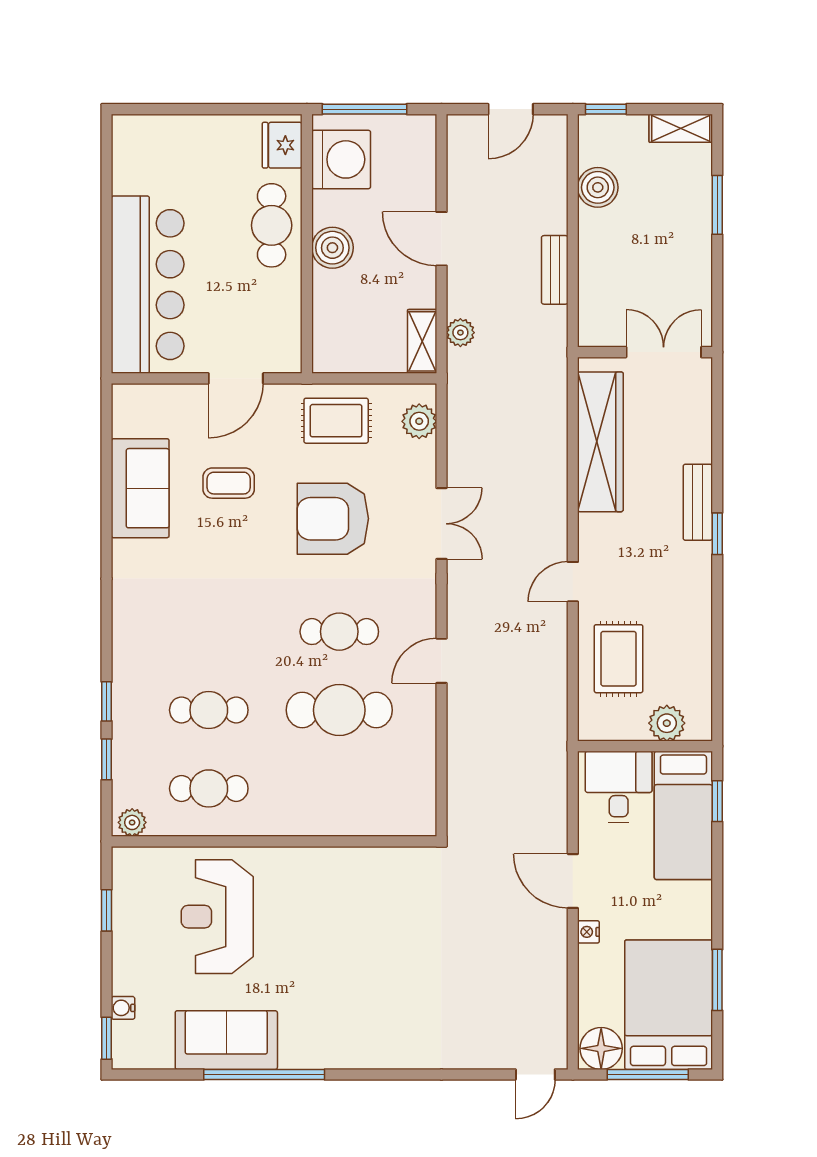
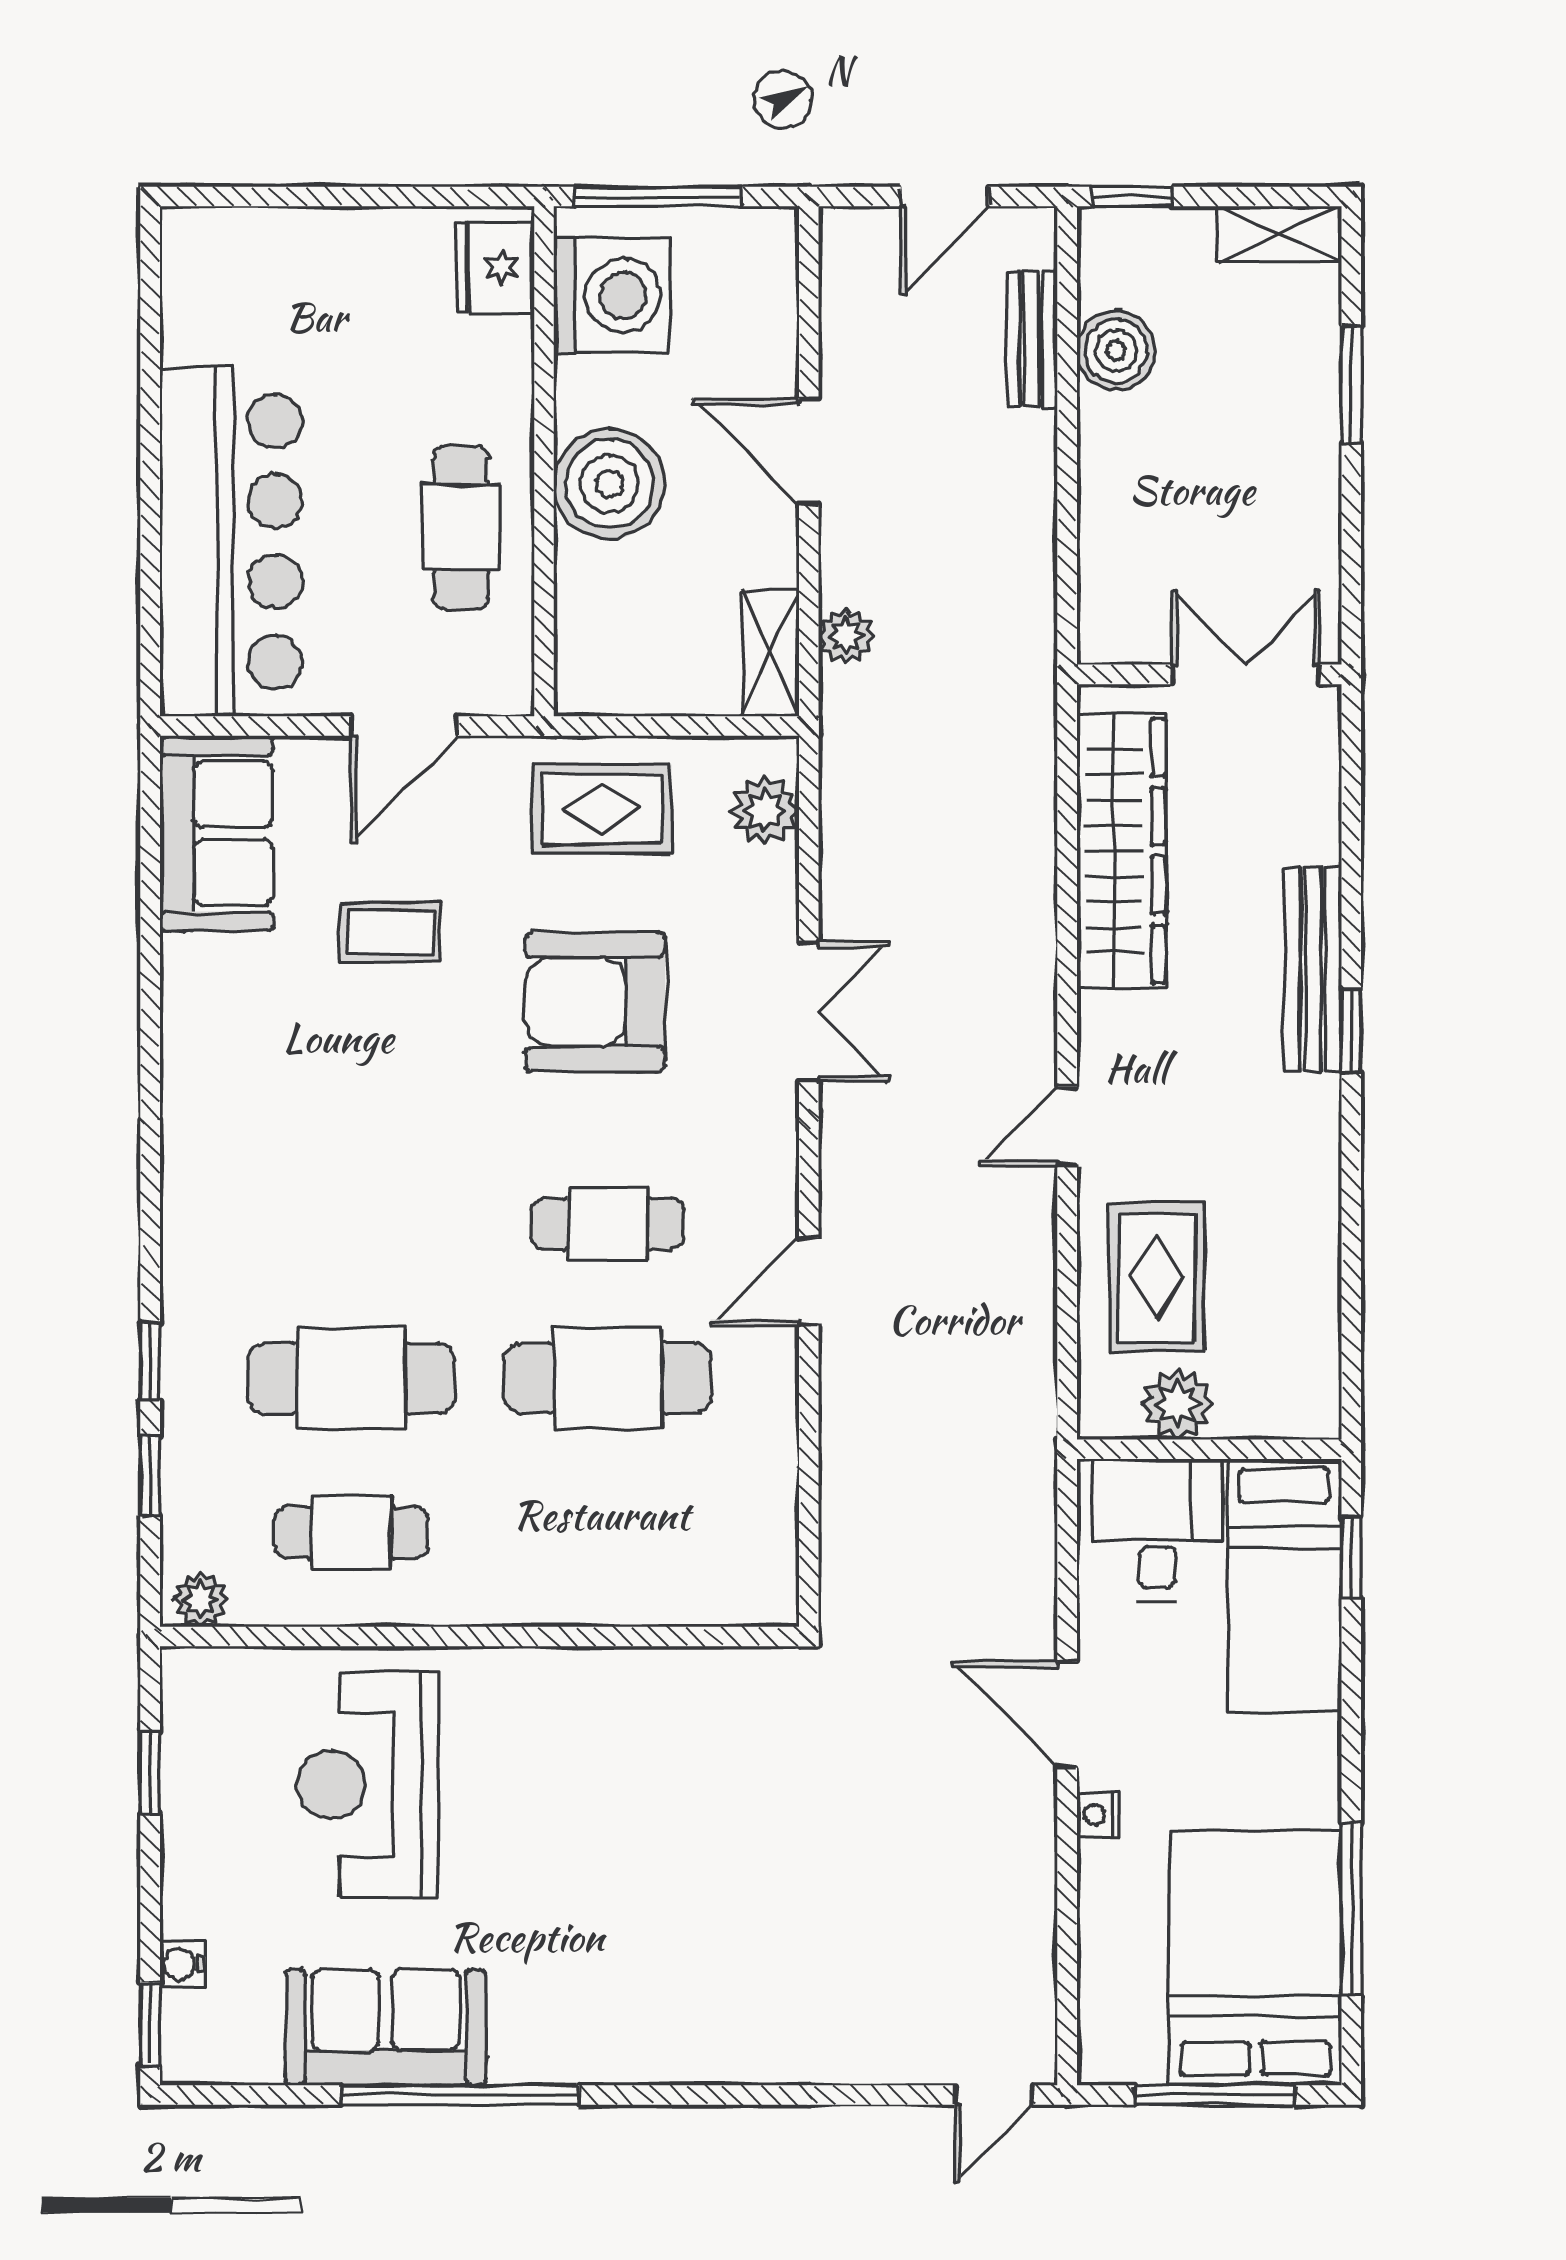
cafe table: (272, 225) -> (461, 527), moved
boiler: (332, 248) -> (609, 484), width x1.37, depth x1.37
bench: (555, 270) -> (1032, 339), moved
sofa: (140, 488) -> (216, 833), moved
bench: (698, 502) -> (1313, 970), width x1.36
cafe table: (209, 710) -> (351, 1378), width x1.37, depth x1.35
plant: (667, 723) -> (1177, 1404), moved
window: (717, 980) -> (1351, 1909), width x1.44
floor lamp: (601, 1048) -> (1123, 2044), removed

